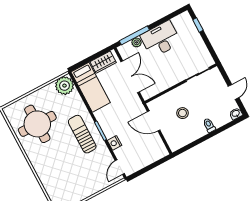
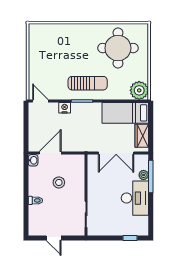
washbasin: (236, 114) -> (33, 160), moved
door: (154, 121) -> (50, 153), moved

